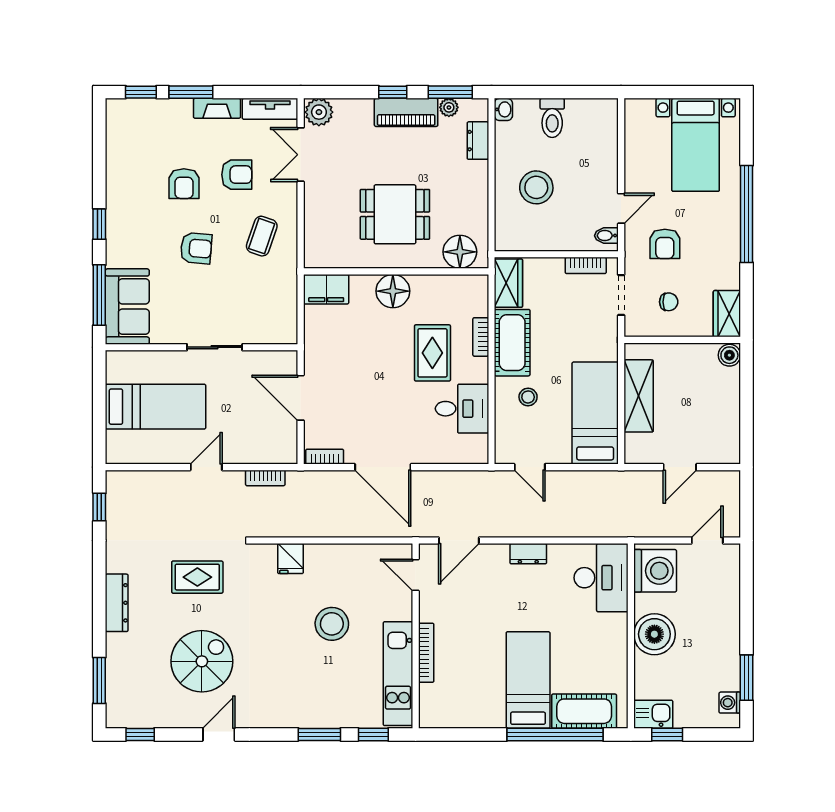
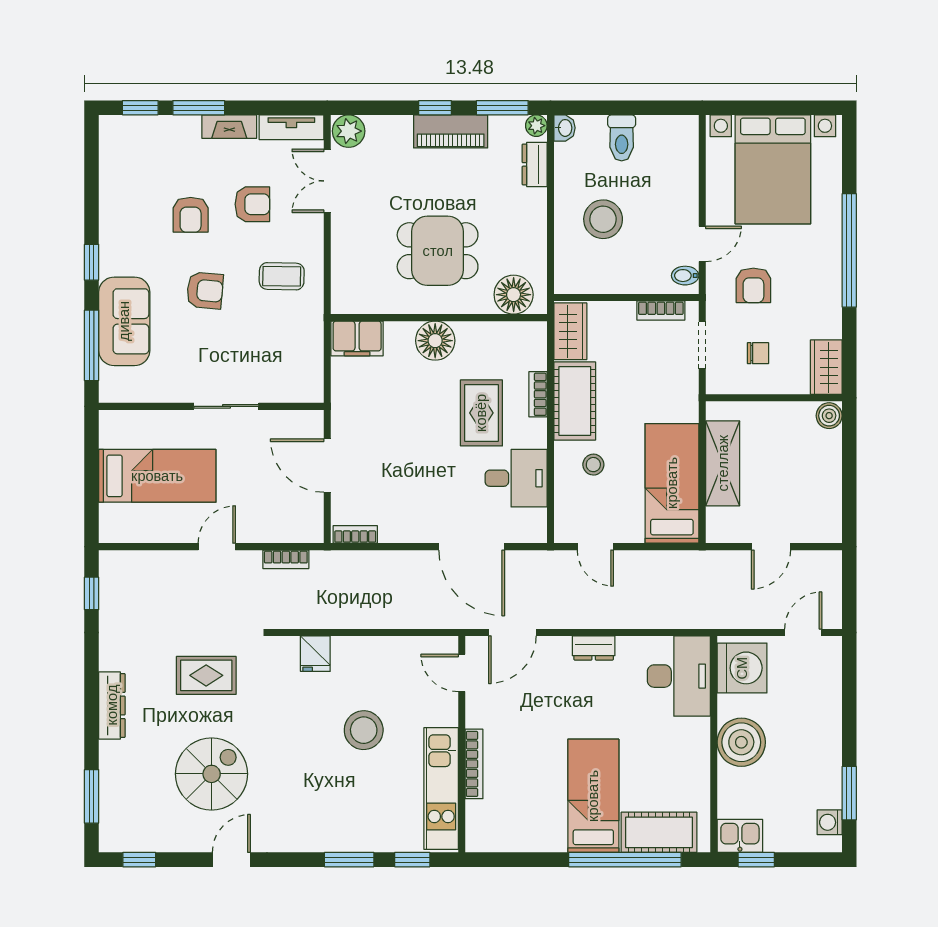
plant: (449, 107) -> (536, 126), moved
bed with nightstands: (696, 145) -> (773, 169), width x1.36
coffee table: (262, 236) -> (282, 276), turned 72
sofa: (127, 306) -> (124, 321), moved
door: (383, 467) -> (472, 547), moved

